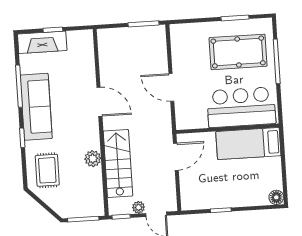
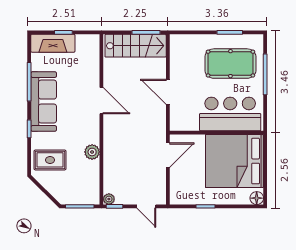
bed: (248, 144) -> (234, 161), width x2.04
stairs: (118, 163) -> (136, 46), moved, turned 90
rug: (47, 170) -> (50, 160), turned 90
plant: (139, 207) -> (109, 199), moved

